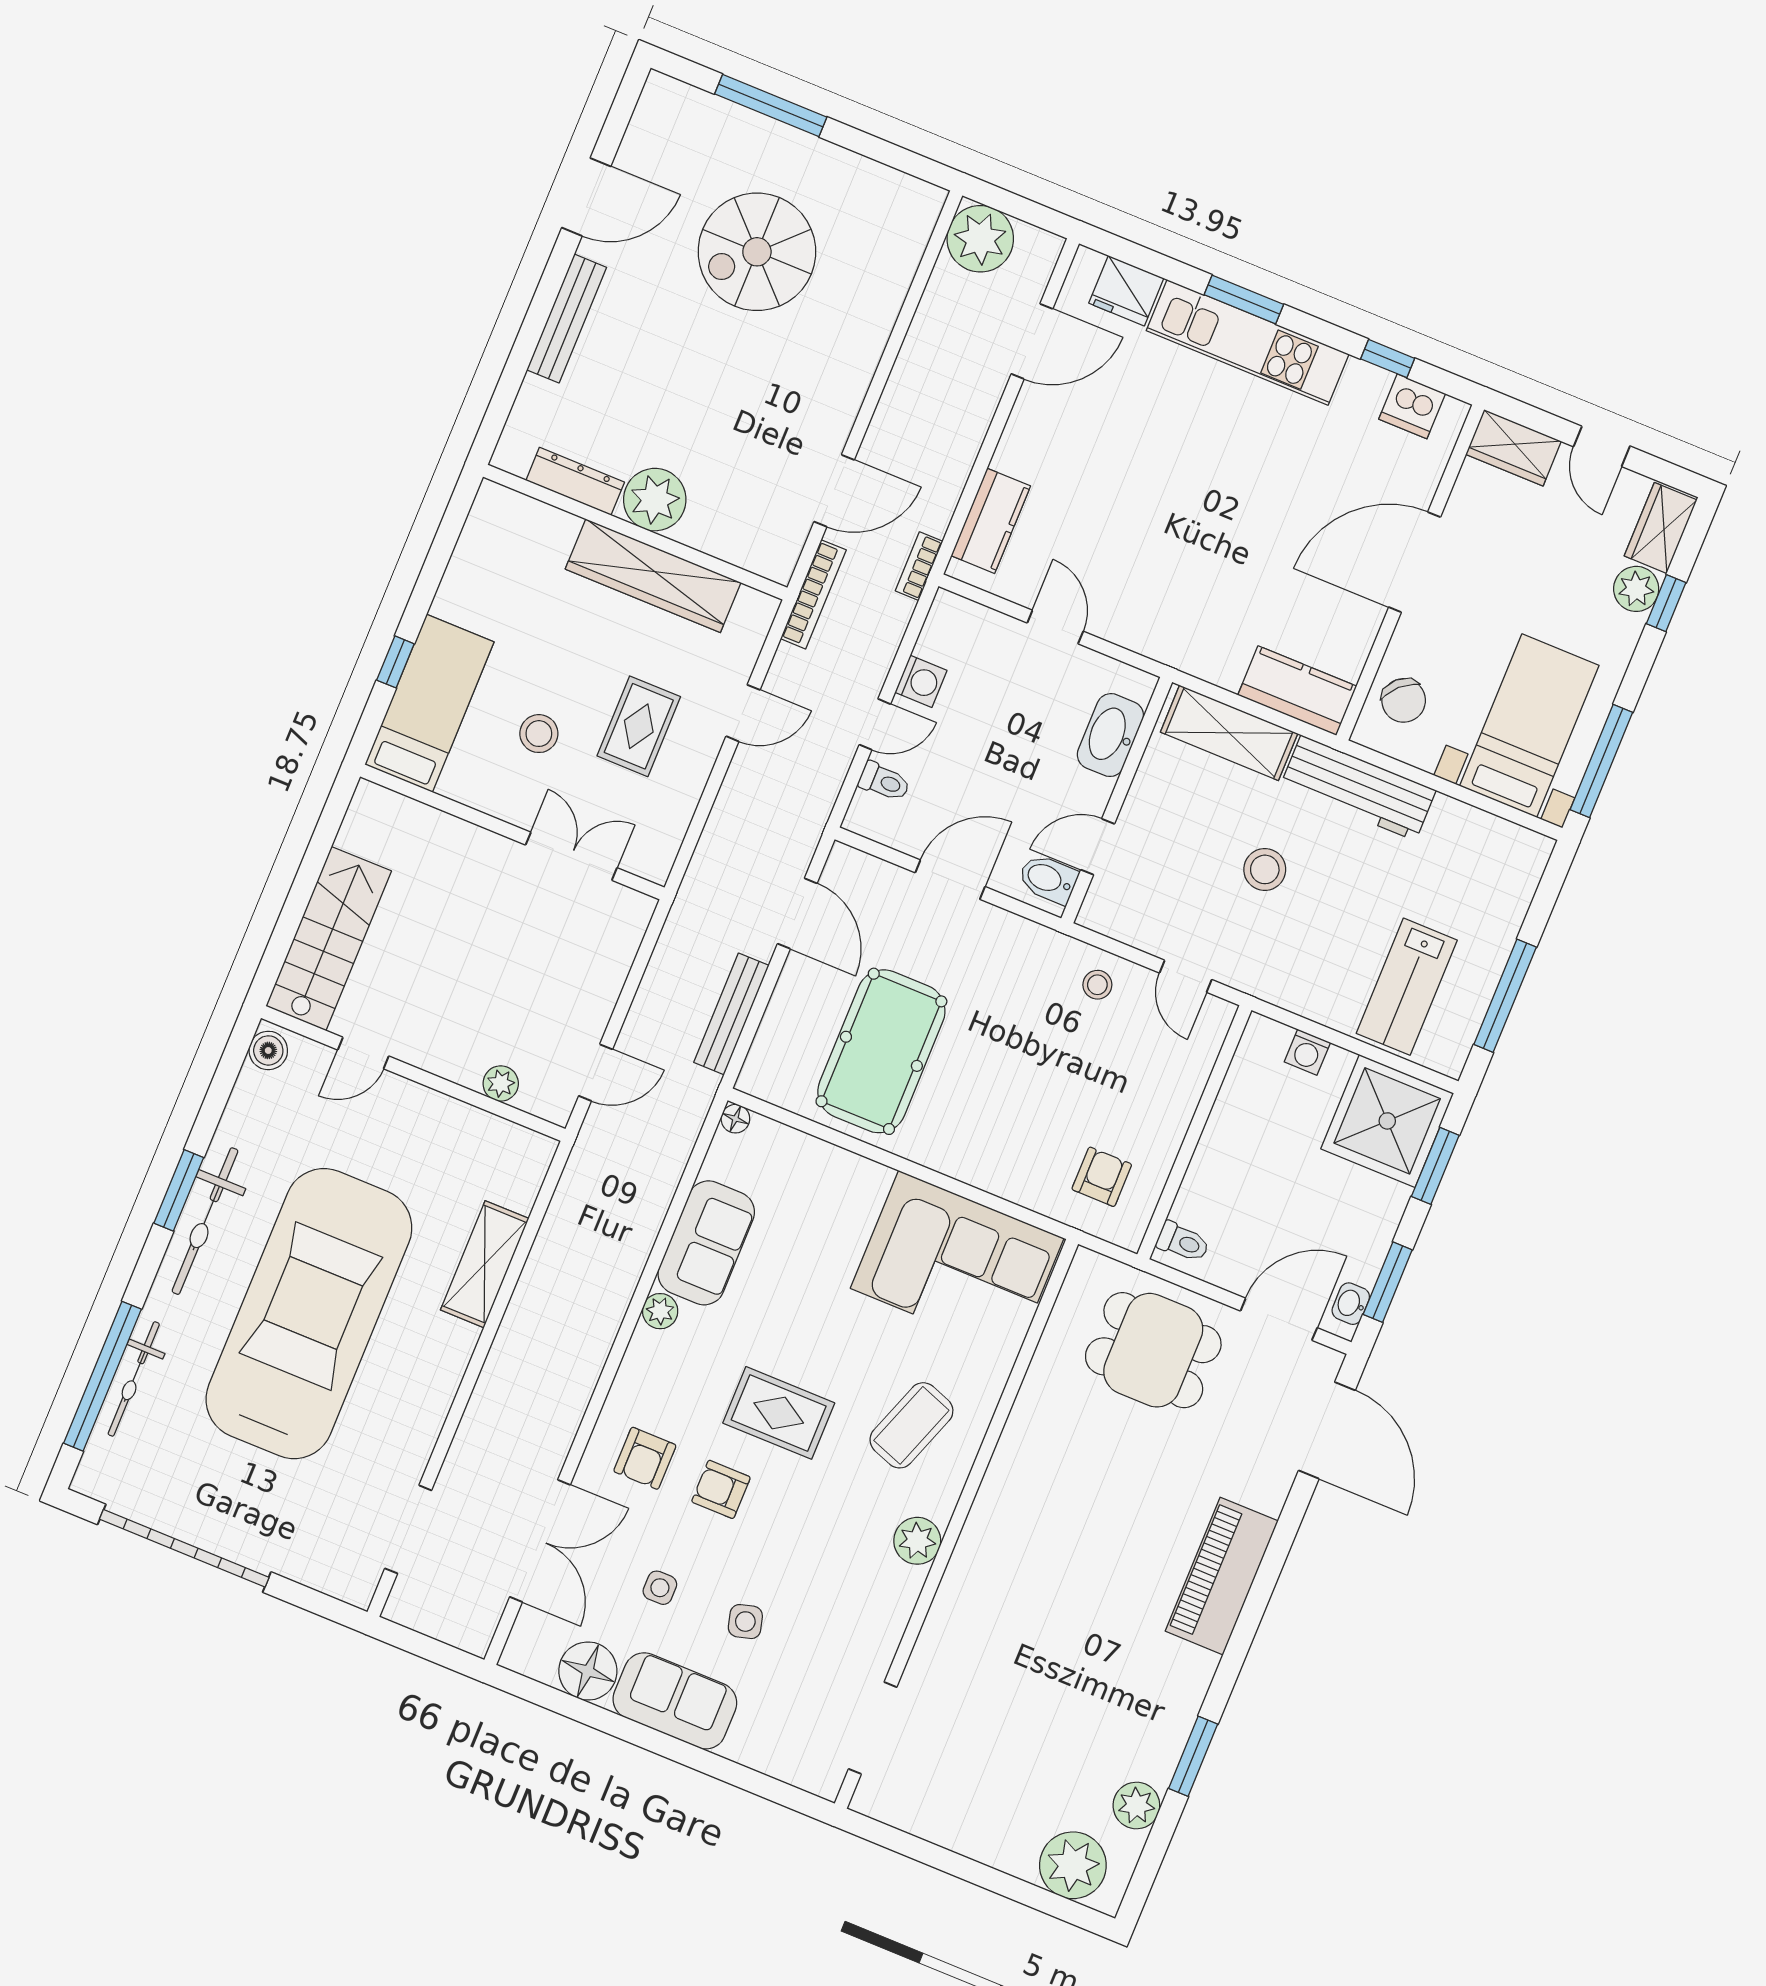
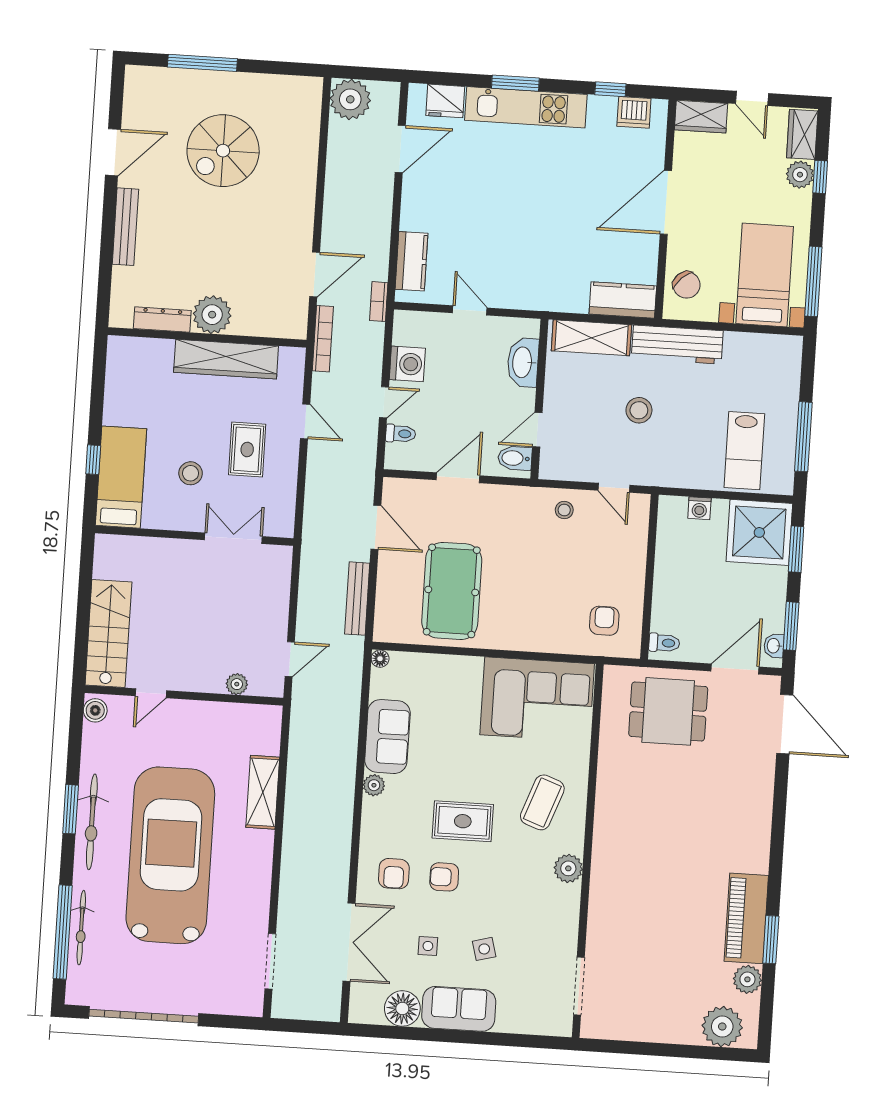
washing machine: (921, 681) -> (407, 364), width x1.38, depth x1.38
door: (743, 713) -> (305, 421), hinge flipped
piano: (1222, 1576) -> (746, 918), moved

